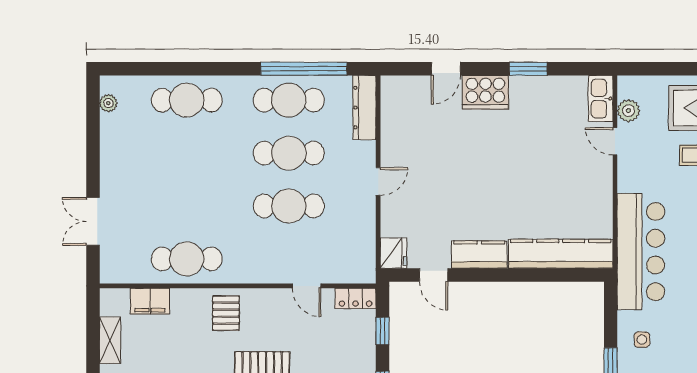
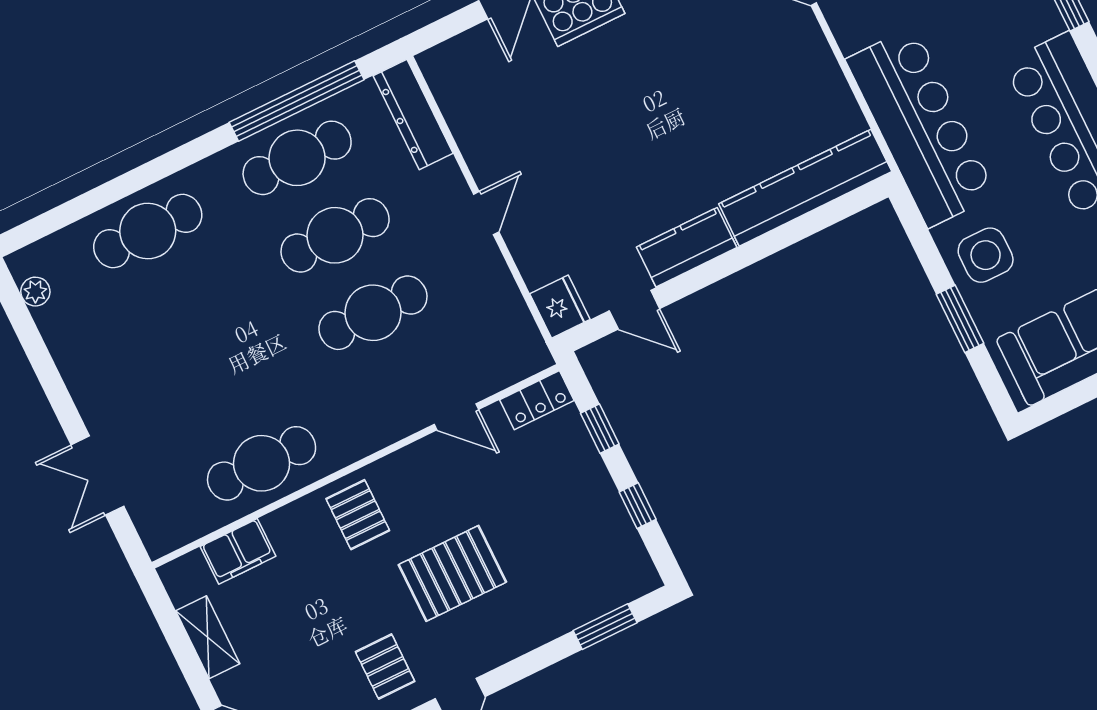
side table: (642, 340) -> (986, 255), width x1.87, depth x1.87

